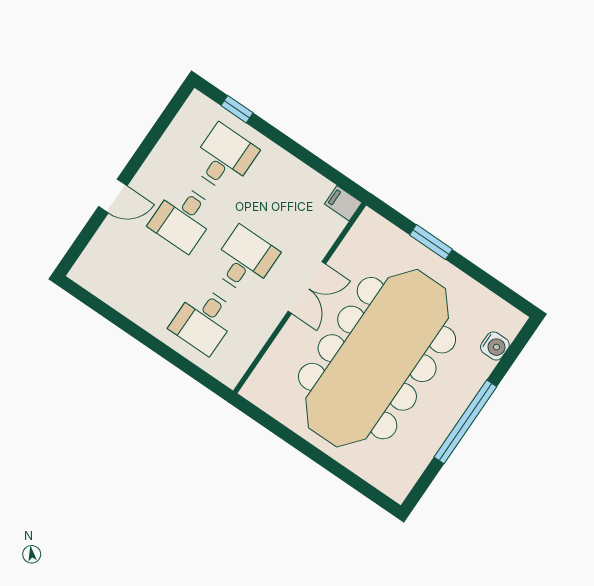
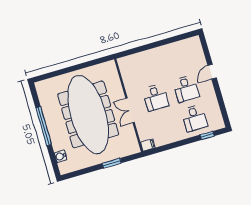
desk: (183, 218) -> (186, 89), turned 180
desk: (204, 320) -> (147, 68), removed

